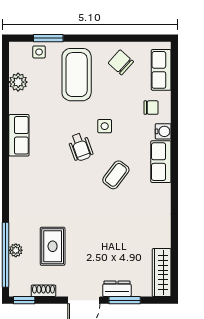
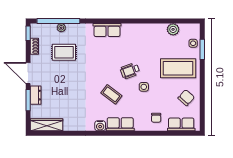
water cooler: (163, 131) -> (100, 126), moved
row of seats: (19, 135) -> (107, 30), moved

